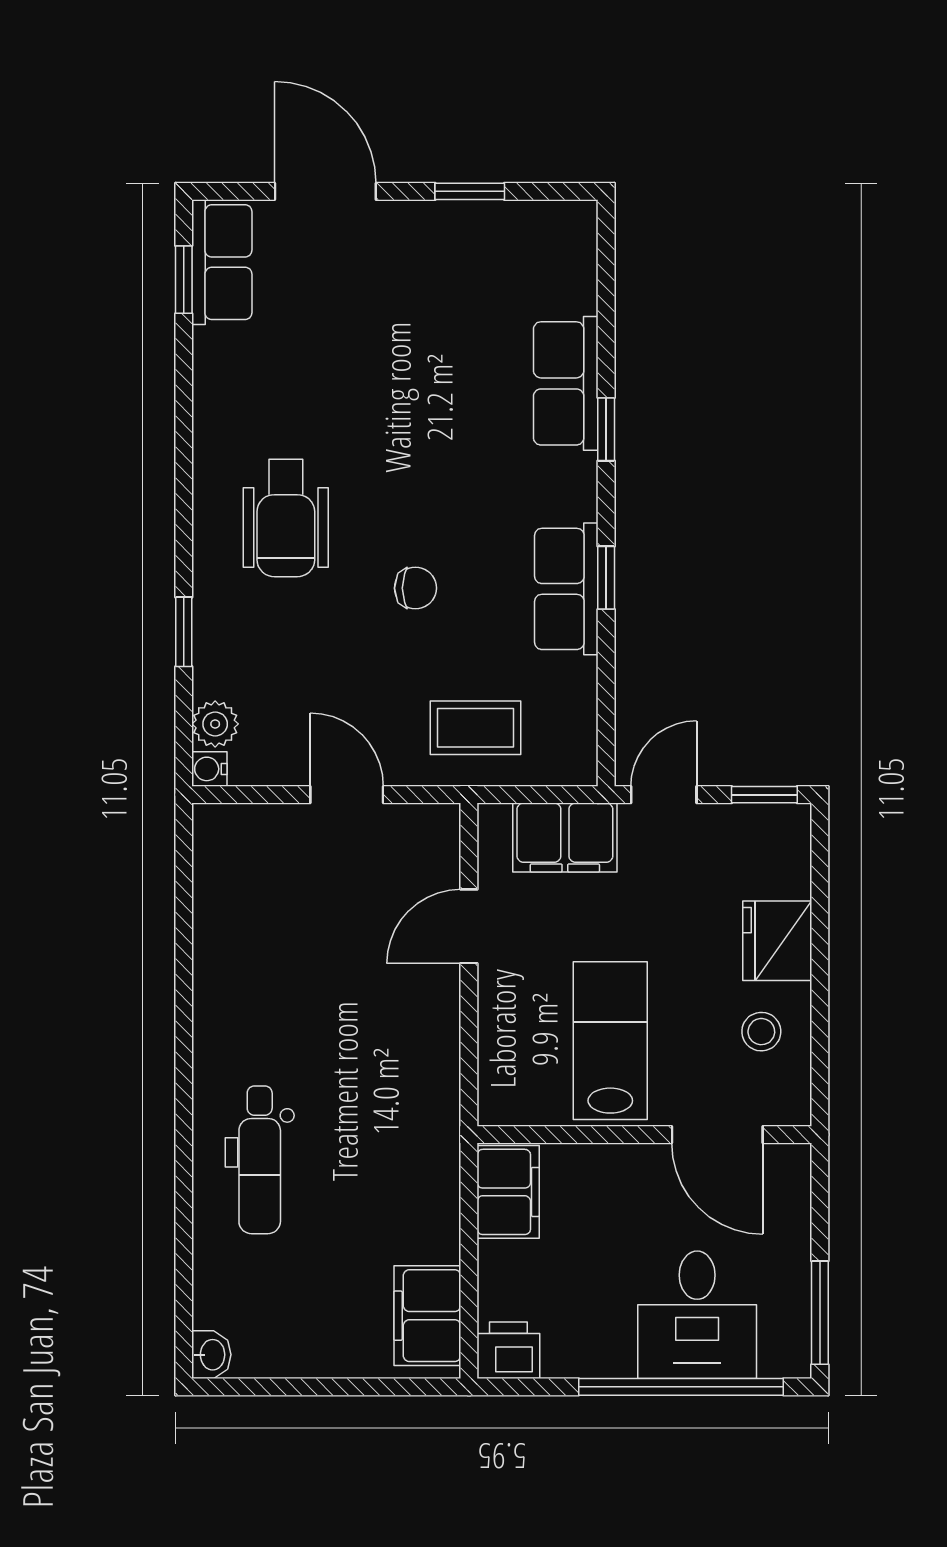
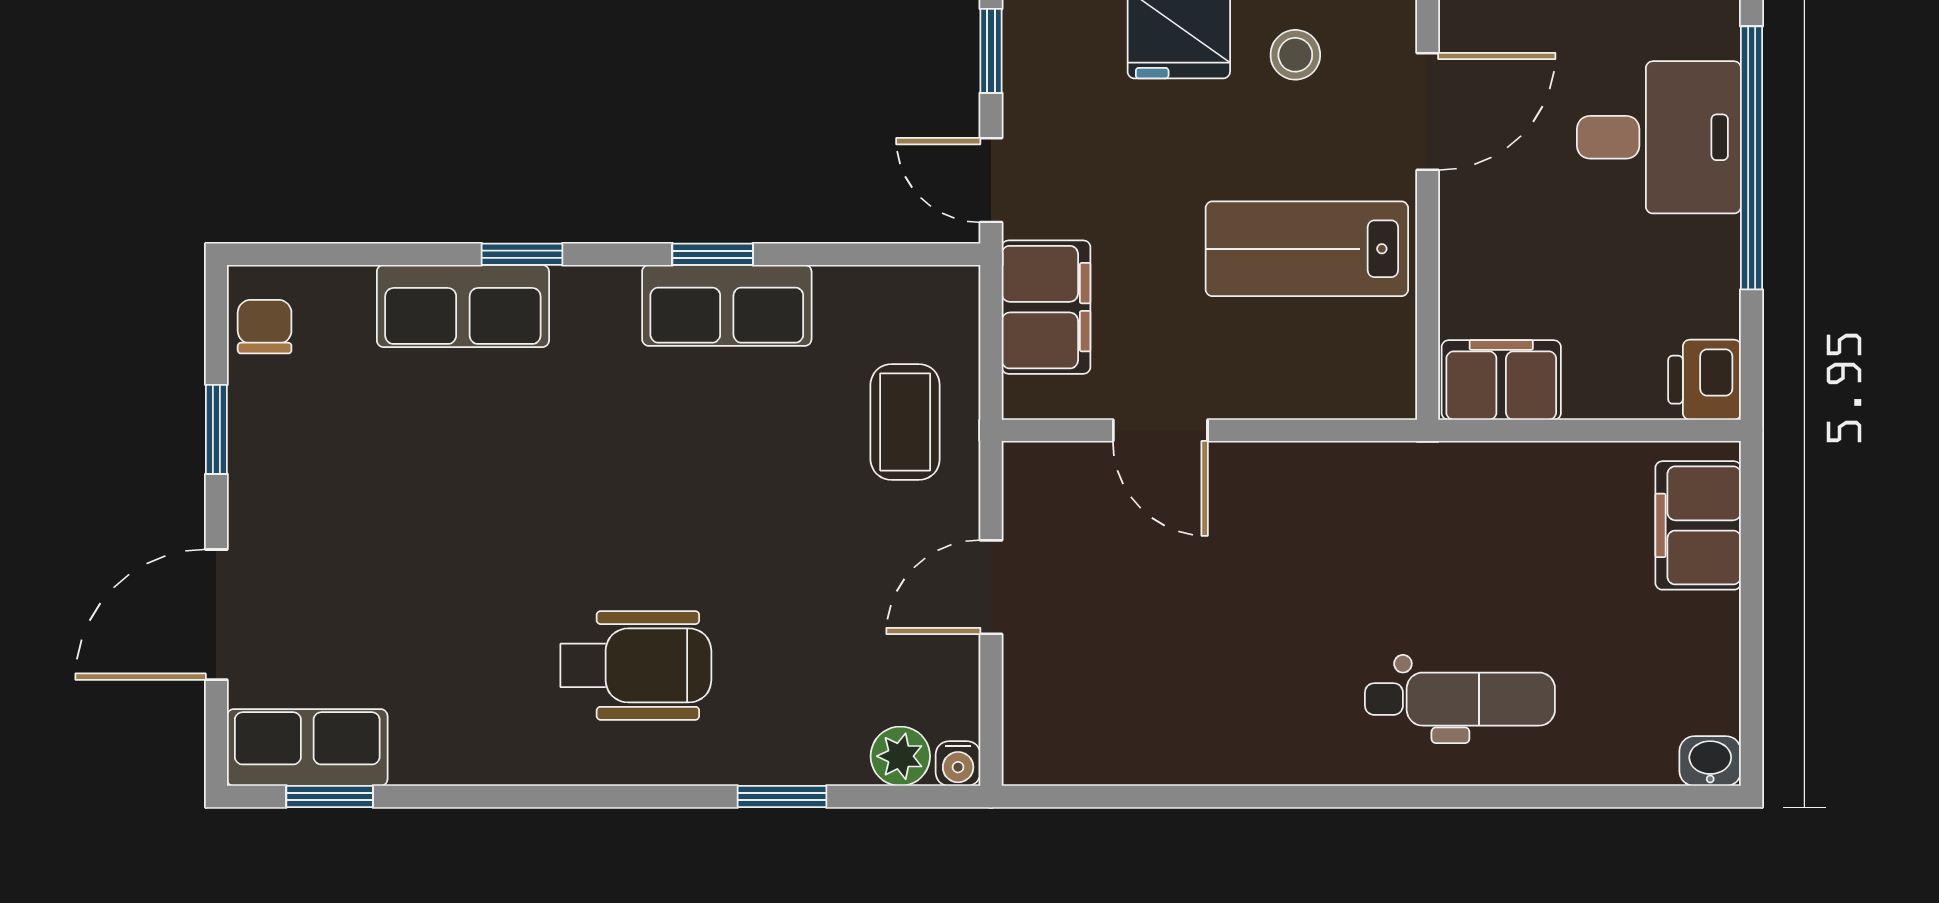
chair: (415, 588) -> (265, 327), moved
filing cabinet: (427, 1316) -> (1698, 525), moved, turned 90

